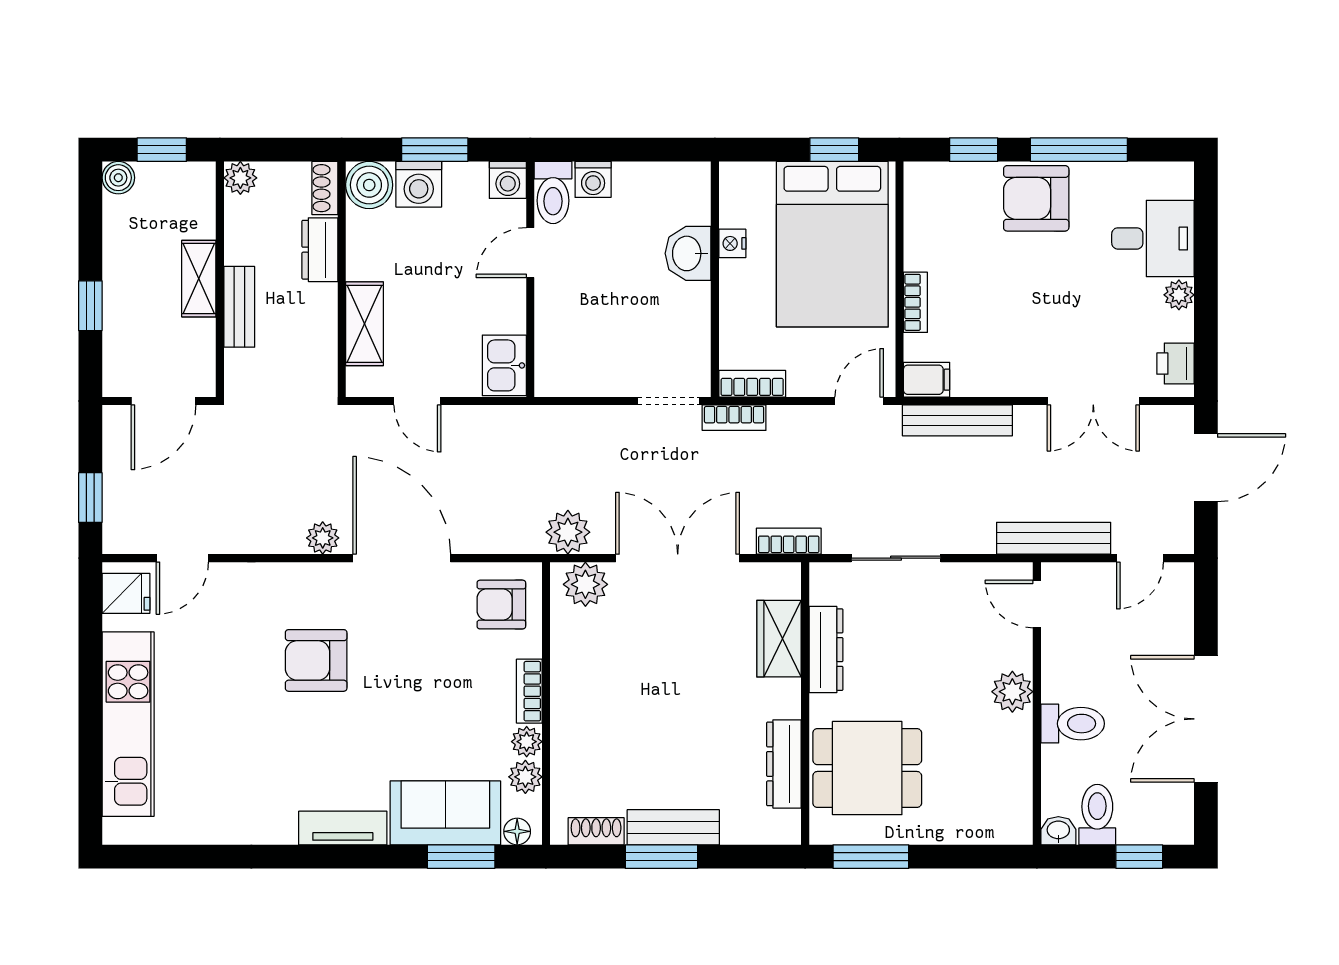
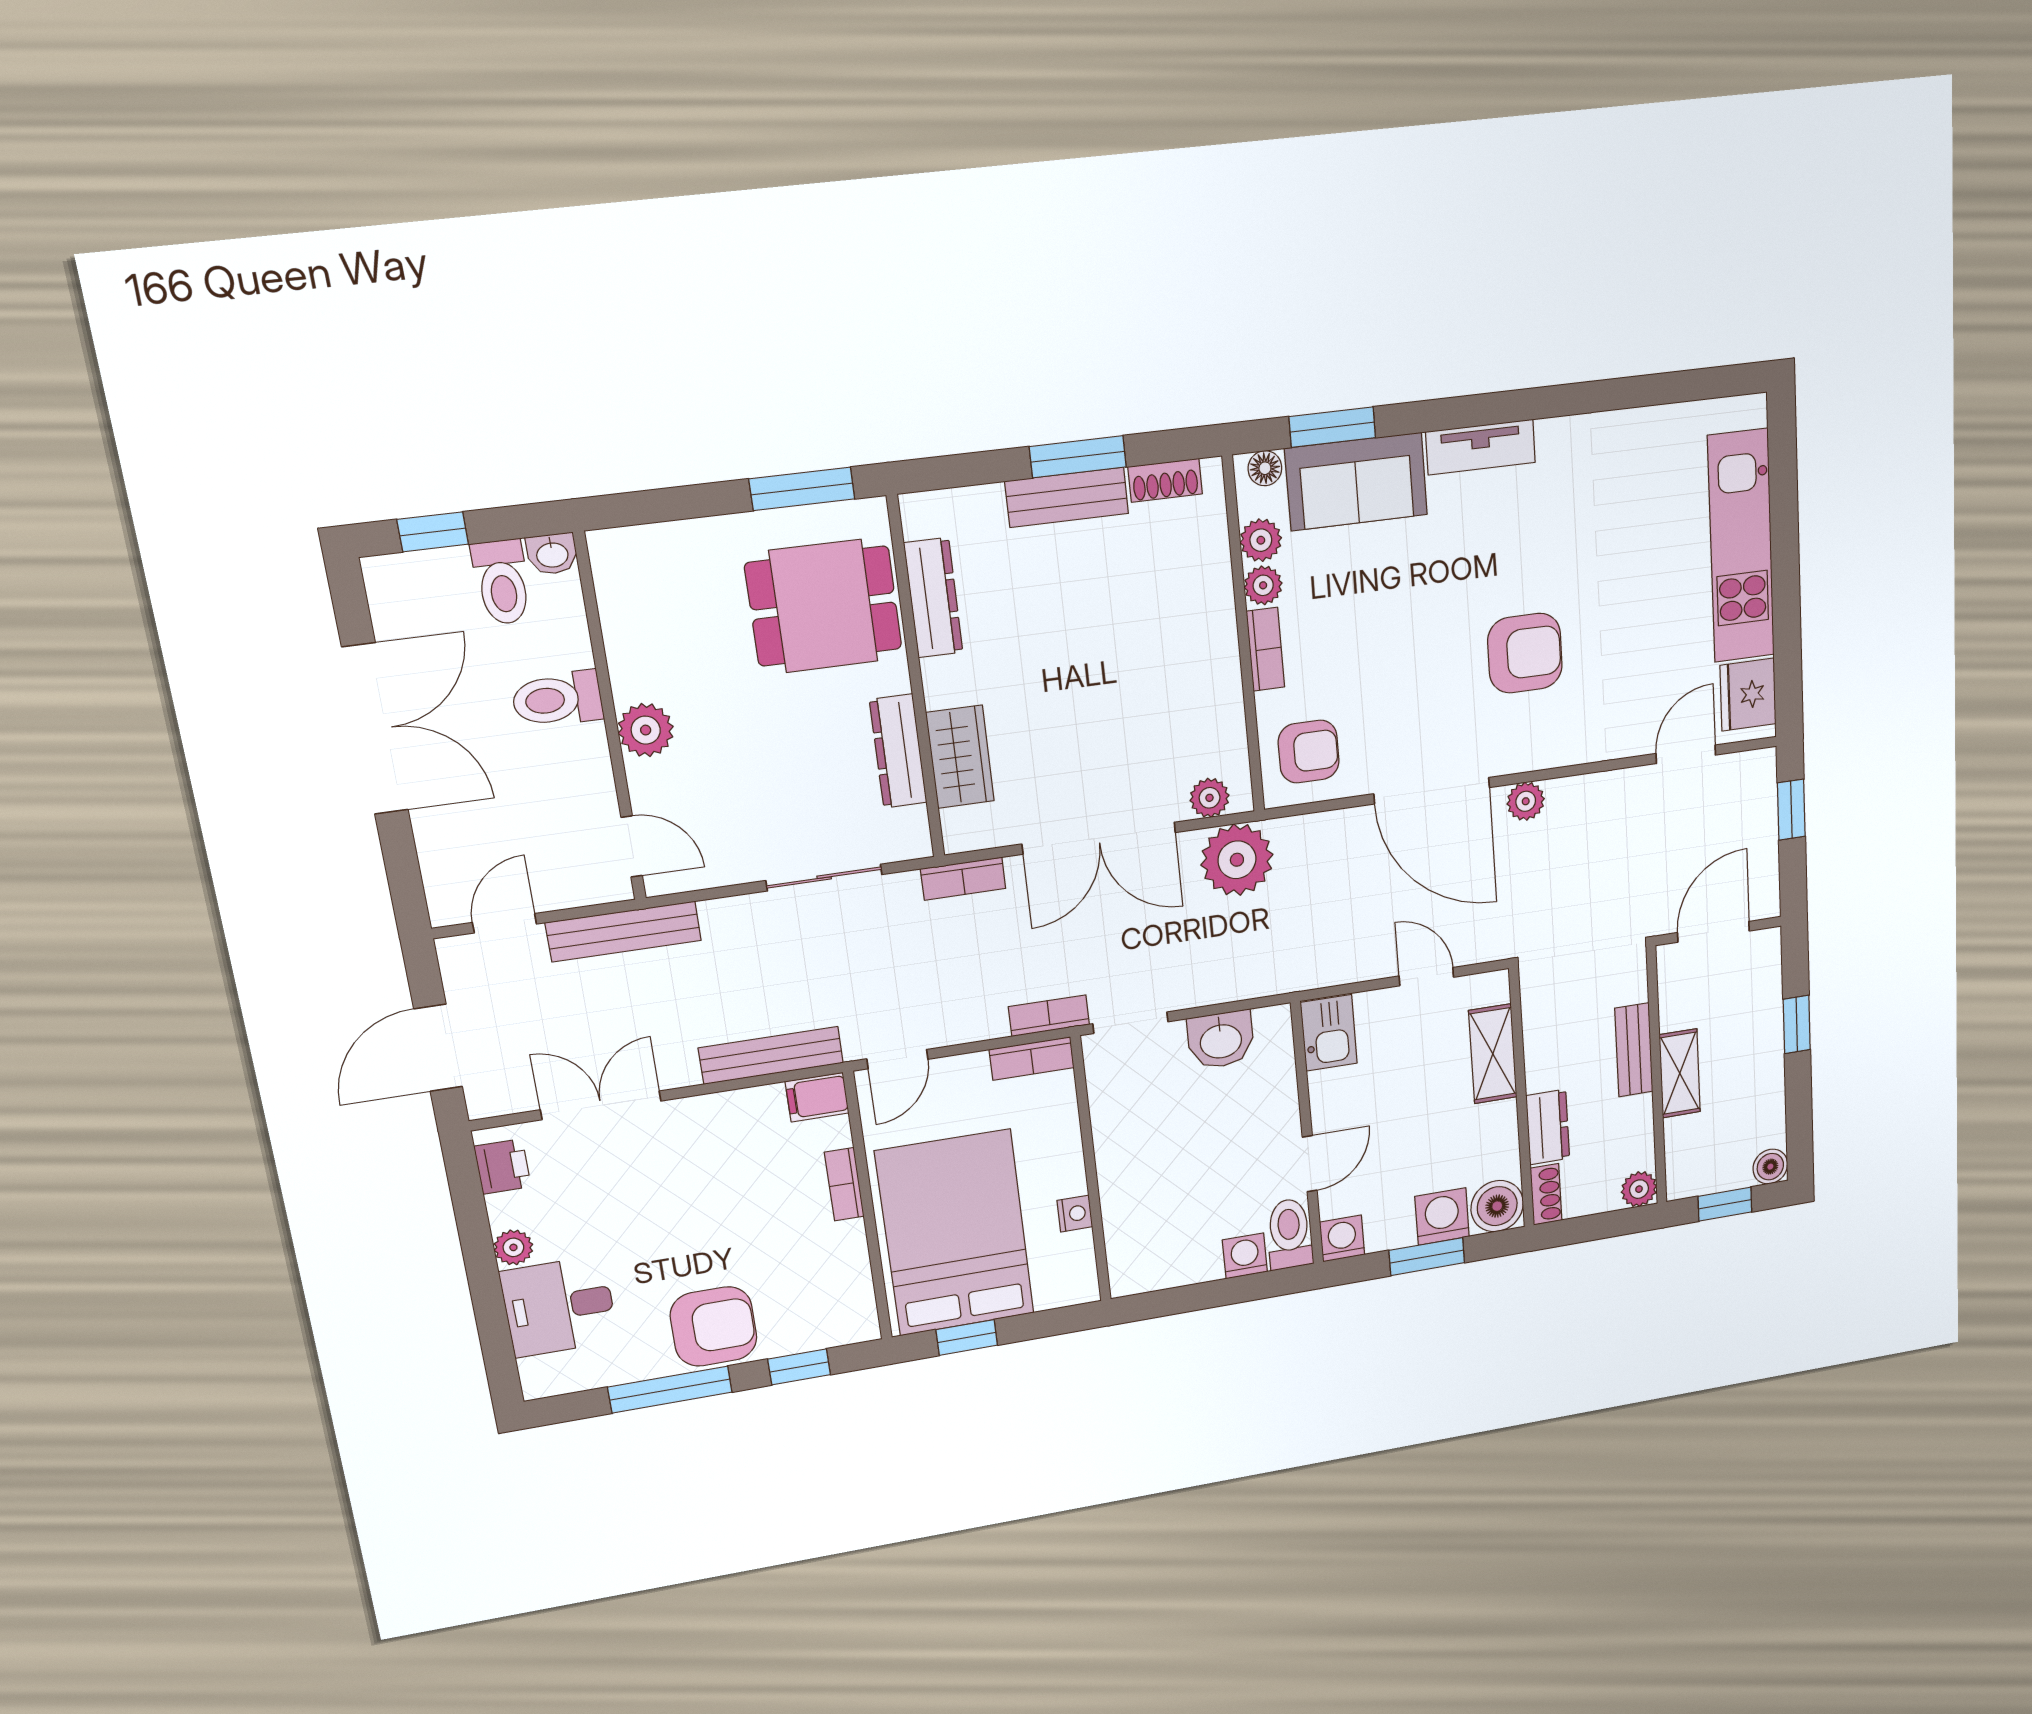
washbasin: (688, 253) -> (1221, 1040), moved, turned 90
plant: (568, 532) -> (1237, 860), width x1.36, depth x1.36
plant: (585, 584) -> (1210, 798), width x0.73, depth x0.73
fridge: (126, 593) -> (1748, 695), width x1.38

